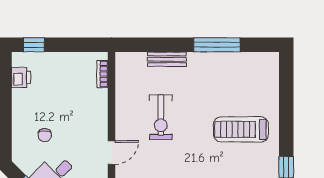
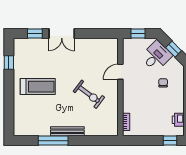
bench: (167, 59) -> (67, 131), moved, width x1.36
exercise bike: (161, 117) -> (89, 94), turned 127

